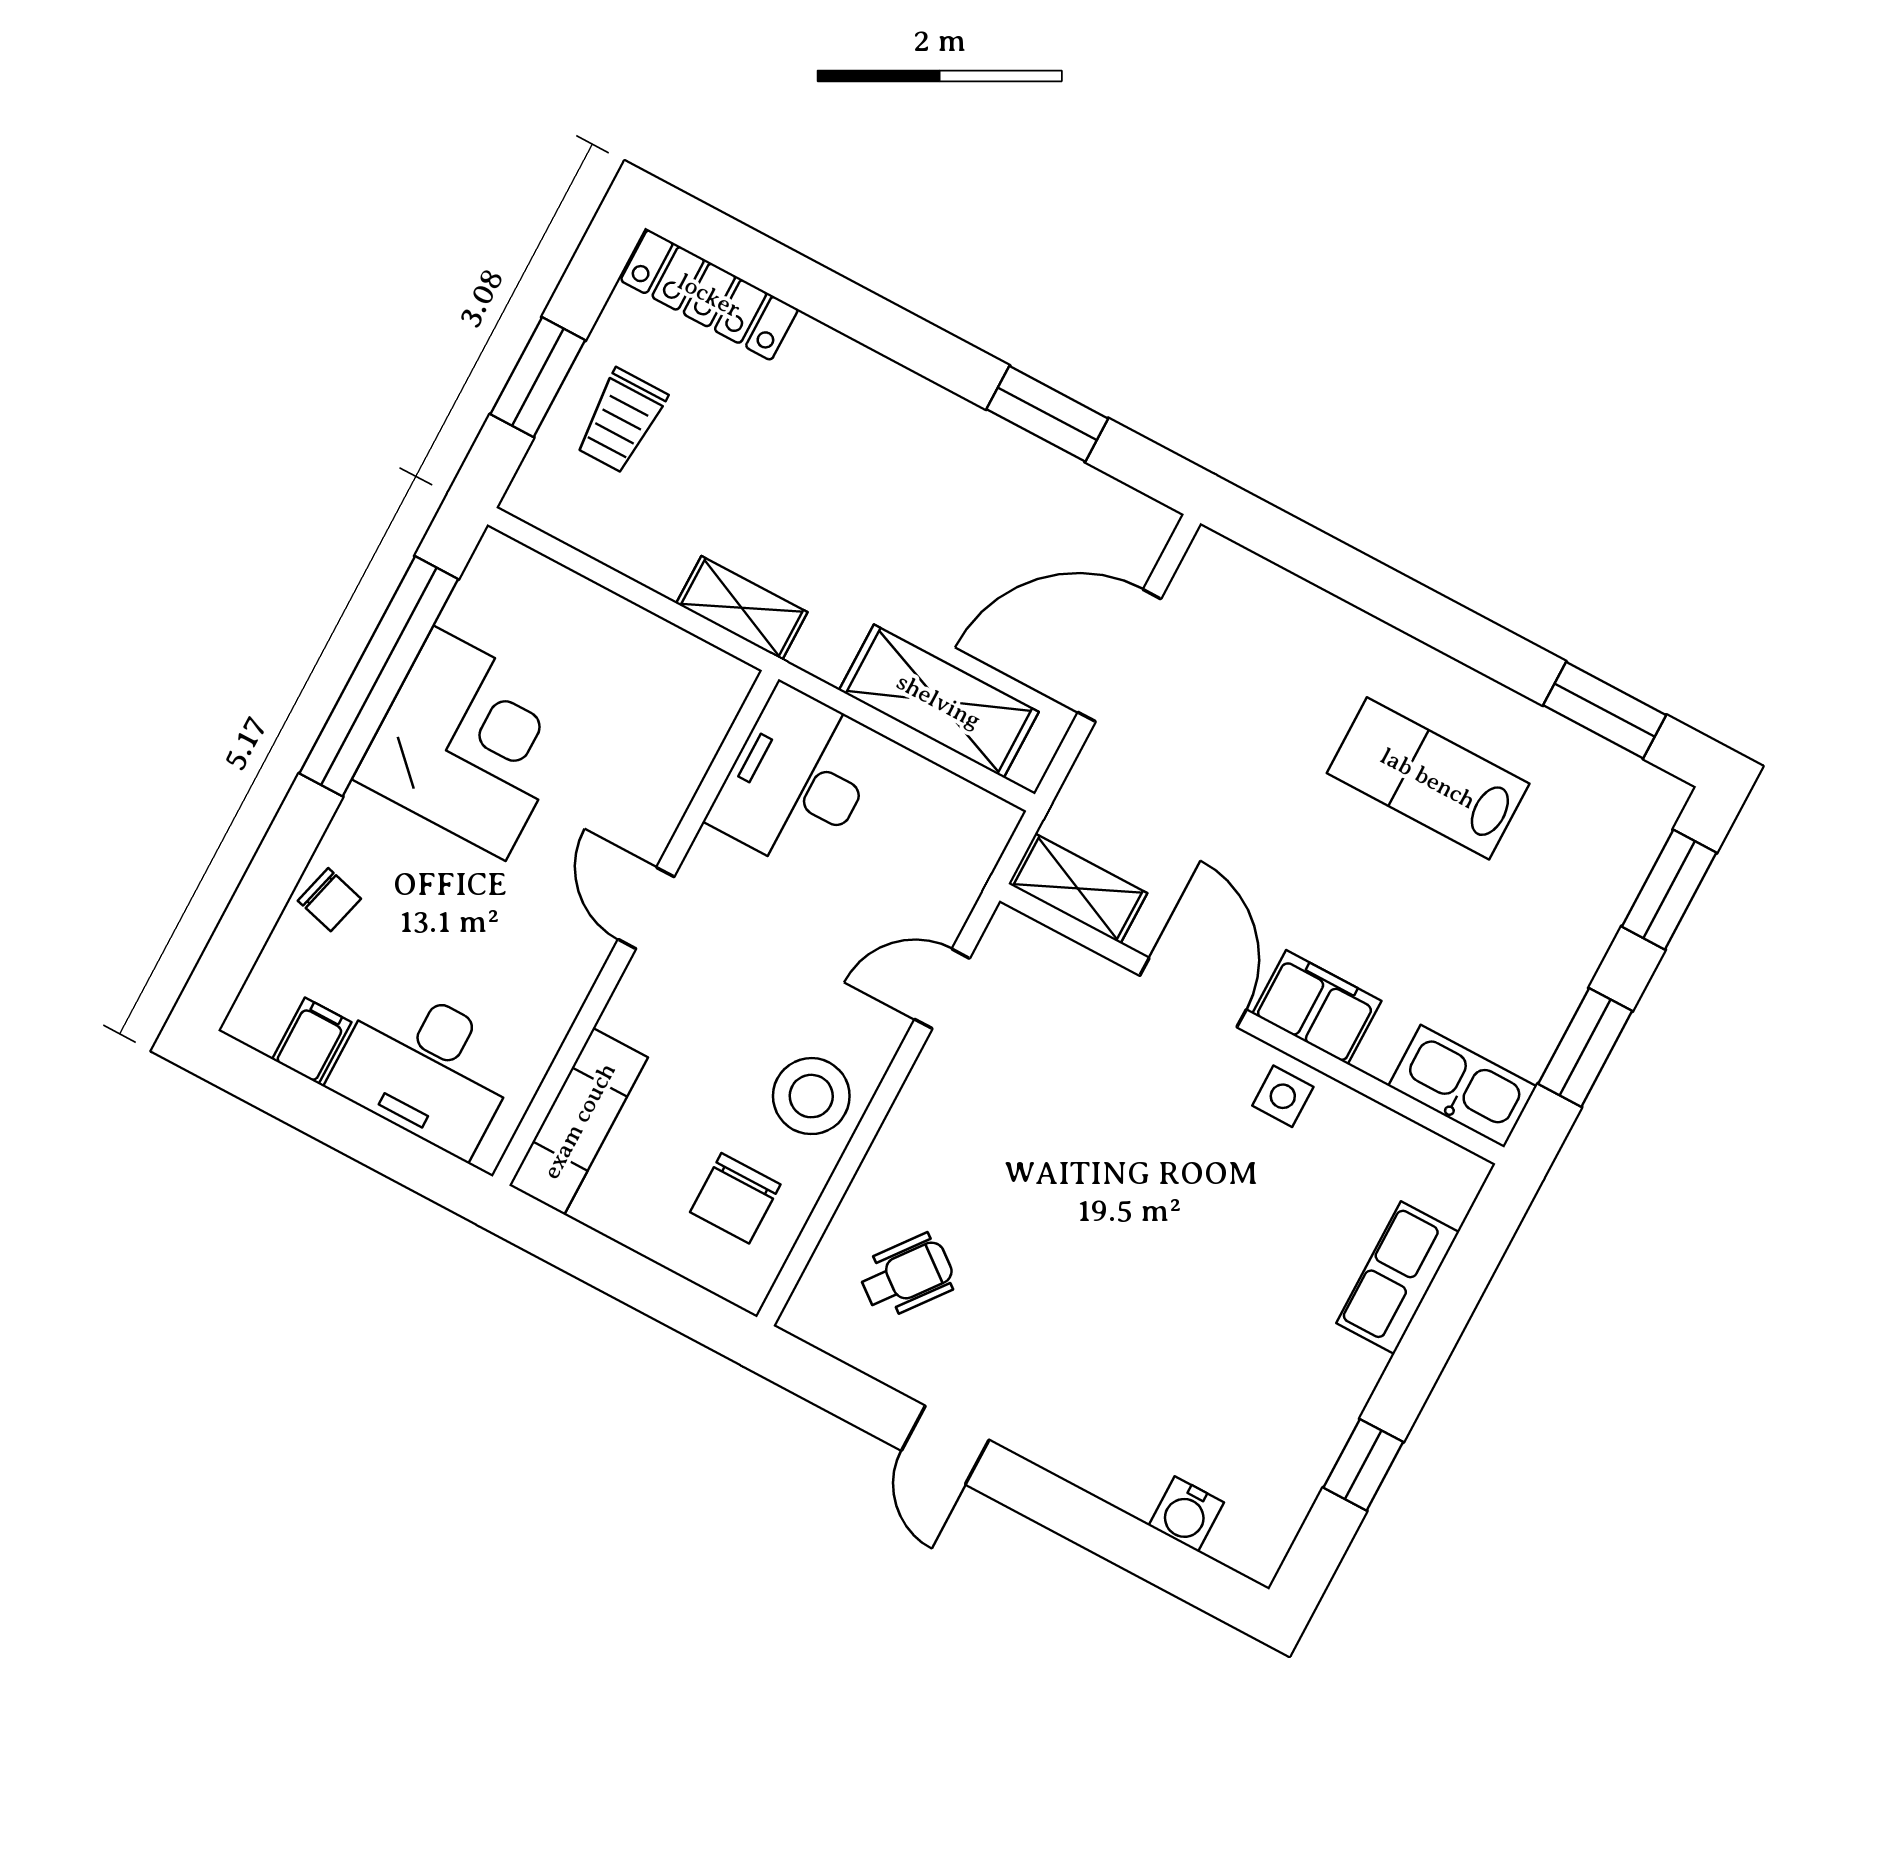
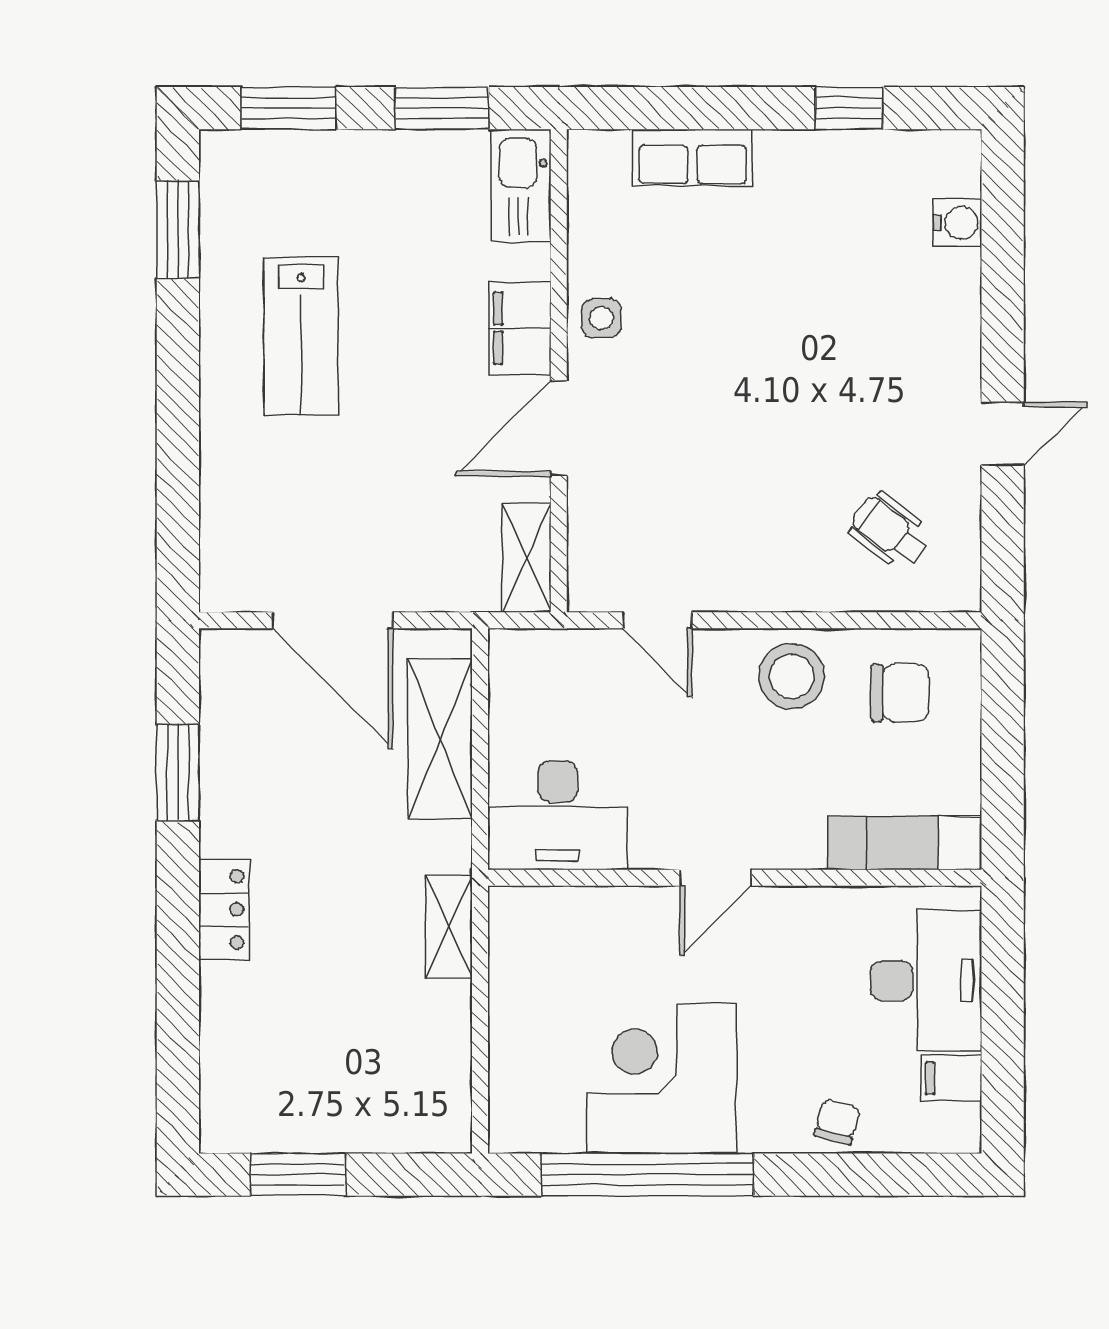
locker: (709, 295) -> (224, 909), moved, width x0.66
window: (538, 377) -> (298, 1175), moved
trolley: (621, 421) -> (356, 1094), removed

